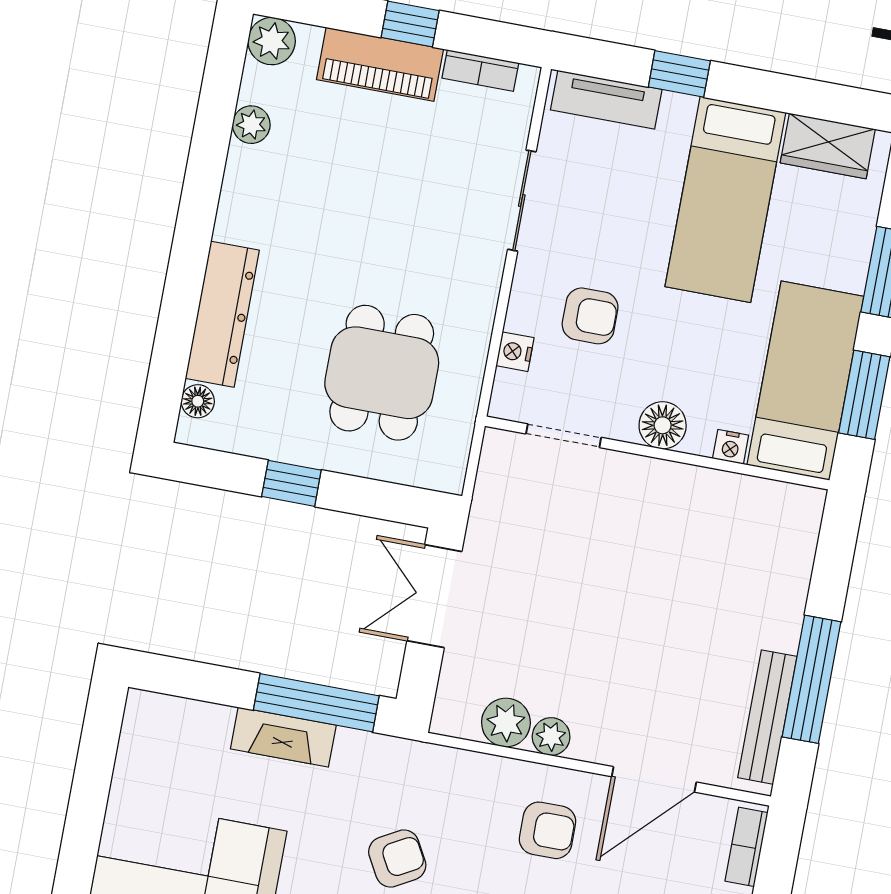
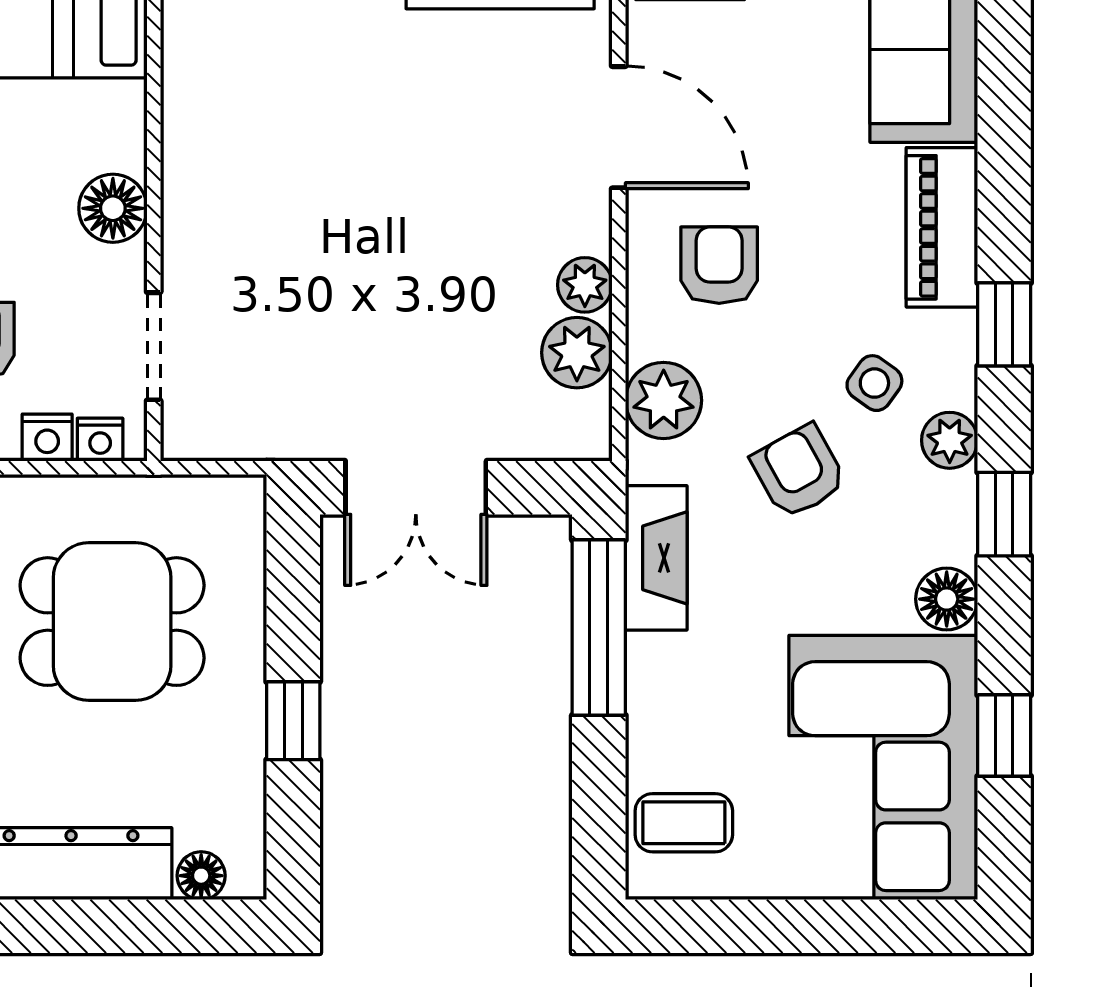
nightstand: (731, 447) -> (100, 440), moved, turned 90
coffee table: (173, 736) -> (684, 823), added
fireplace: (283, 737) -> (656, 558), moved
plant: (463, 775) -> (664, 400), added

